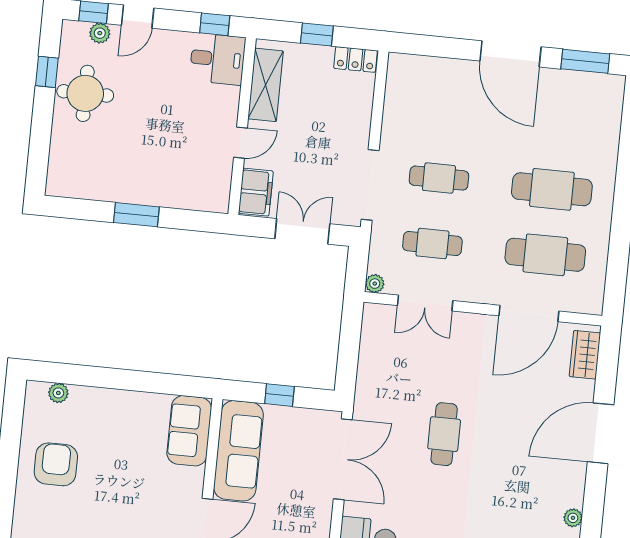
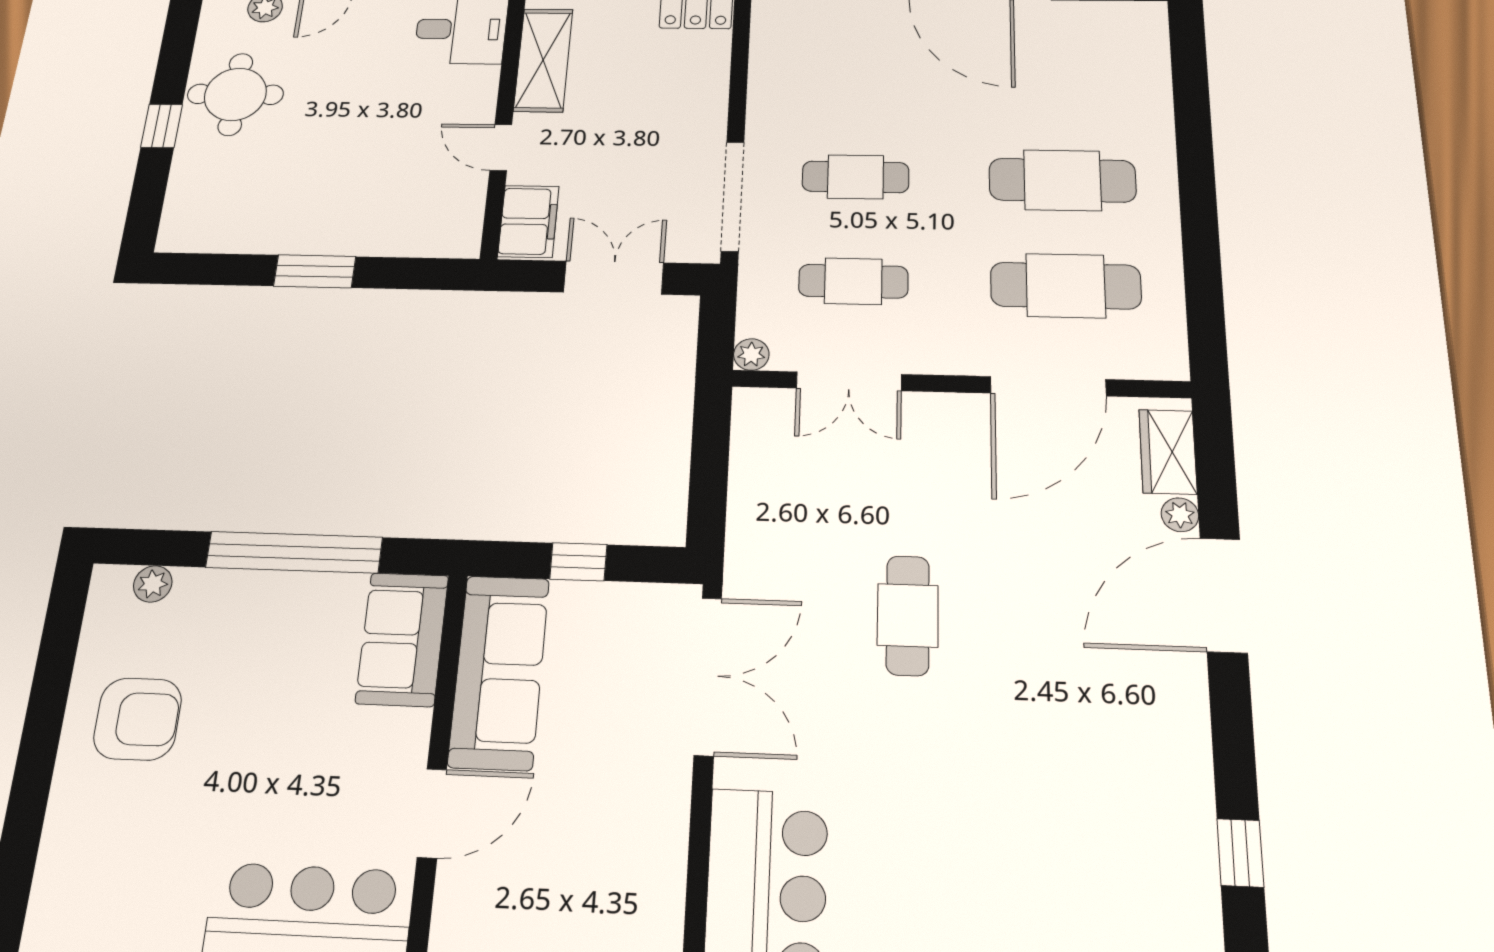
window: (47, 72) -> (162, 126), moved
door: (241, 143) -> (501, 148), swing flipped
window: (132, 380) -> (294, 552), added
armchair: (56, 464) -> (138, 719), turned 90
plant: (573, 518) -> (1180, 515), moved

